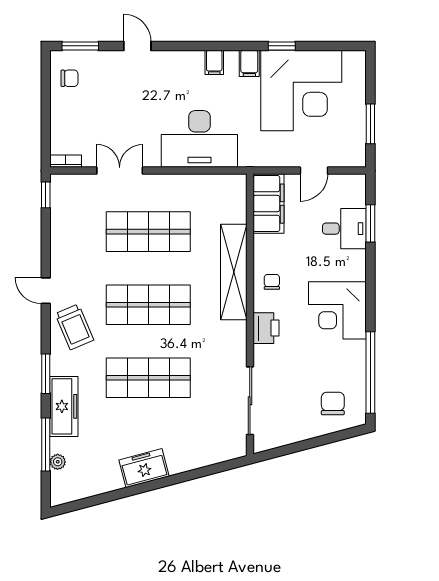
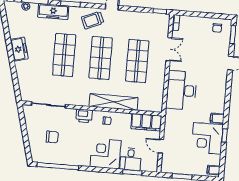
filing cabinet: (214, 62) -> (213, 170), moved
corner desk: (301, 91) -> (207, 138), width x0.74, depth x0.74
corner desk: (337, 310) -> (106, 154), moved
chair: (333, 404) -> (52, 137), moved

